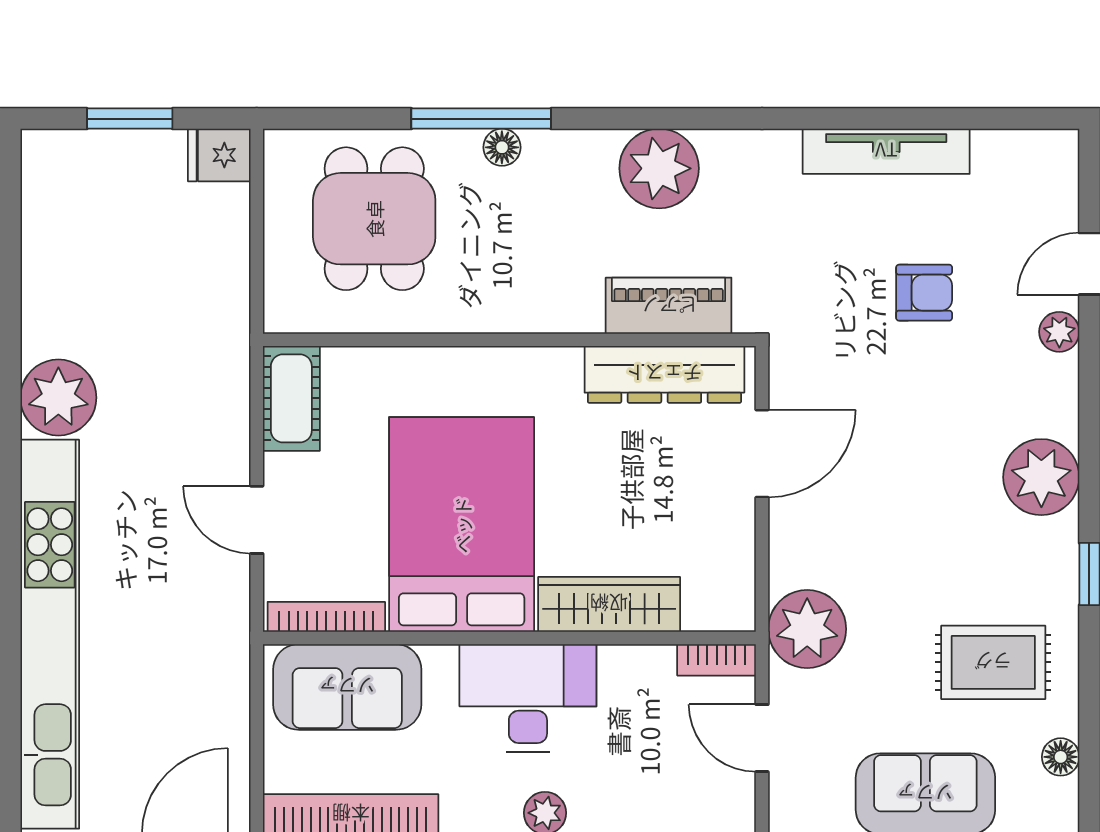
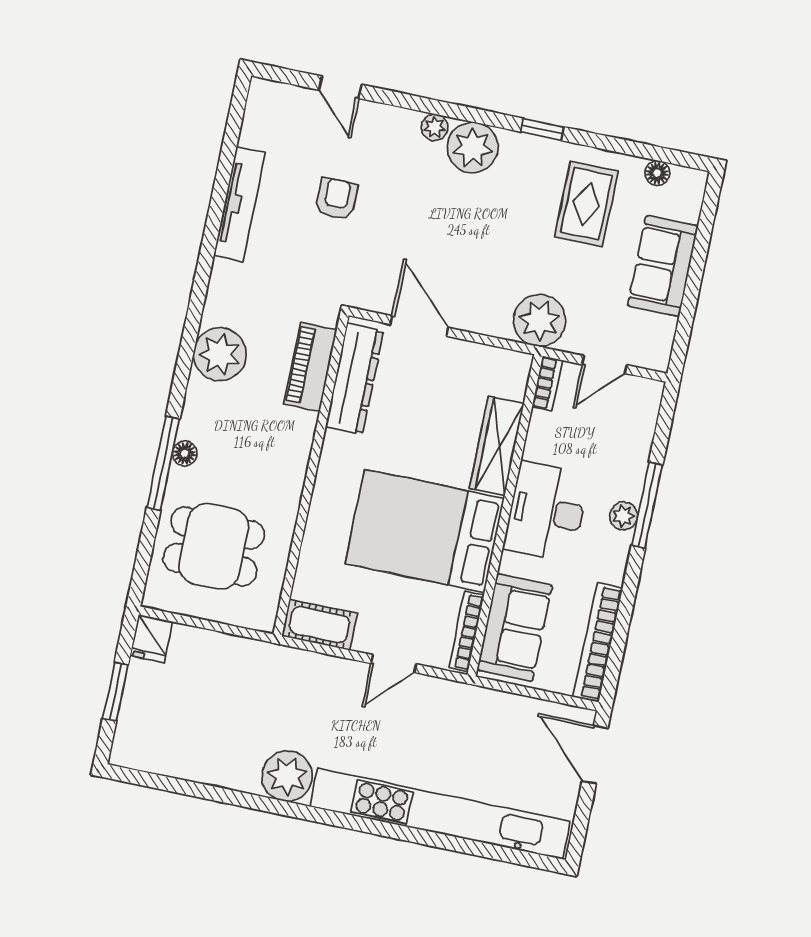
plant: (1059, 332) -> (435, 127), moved

